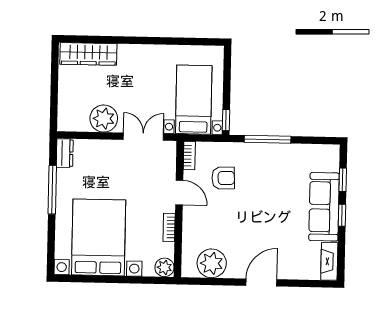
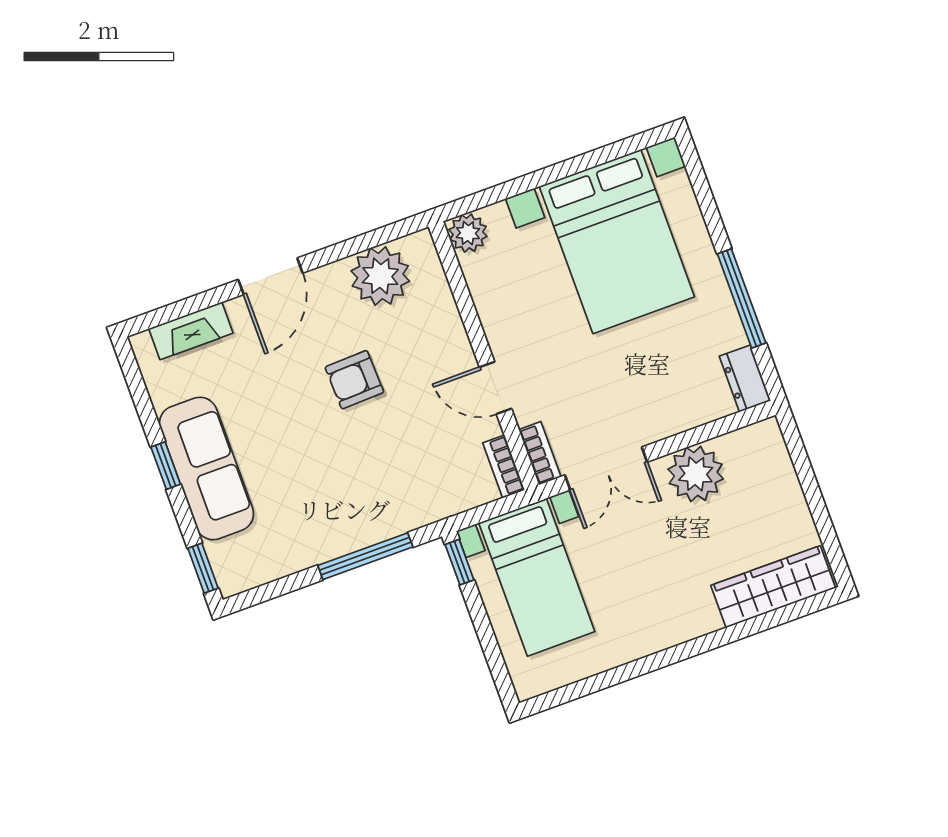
armchair: (223, 178) -> (354, 380), moved
window: (343, 180) -> (203, 568), moved
bookcase: (169, 228) -> (540, 453), moved
fireplace: (329, 261) -> (191, 331), moved, turned 90

